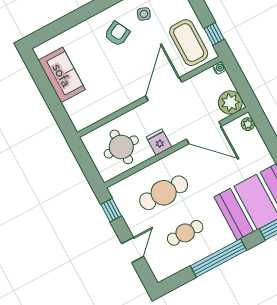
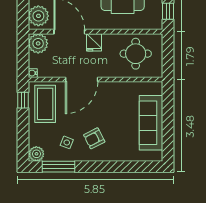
sofa: (62, 75) -> (151, 123), width x1.36
plant: (248, 124) -> (38, 16), width x1.87, depth x1.87
fridge: (159, 142) -> (94, 42), moved

